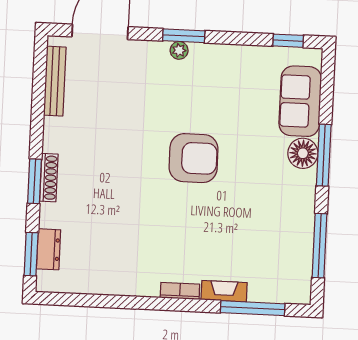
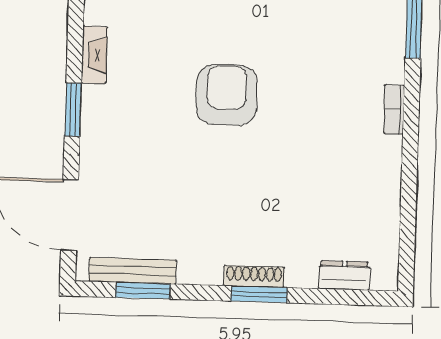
plant: (179, 50) -> (91, 115), removed
window: (31, 254) -> (143, 291), moved
fireplace: (224, 291) -> (94, 55), moved, turned 180

